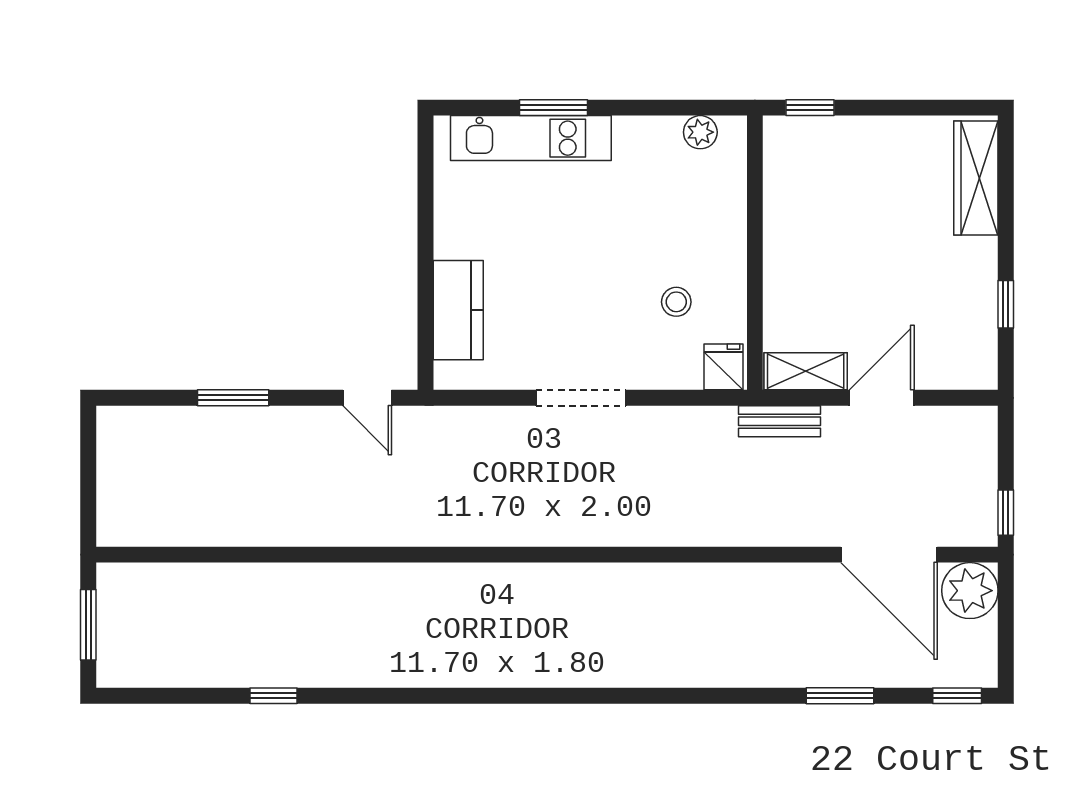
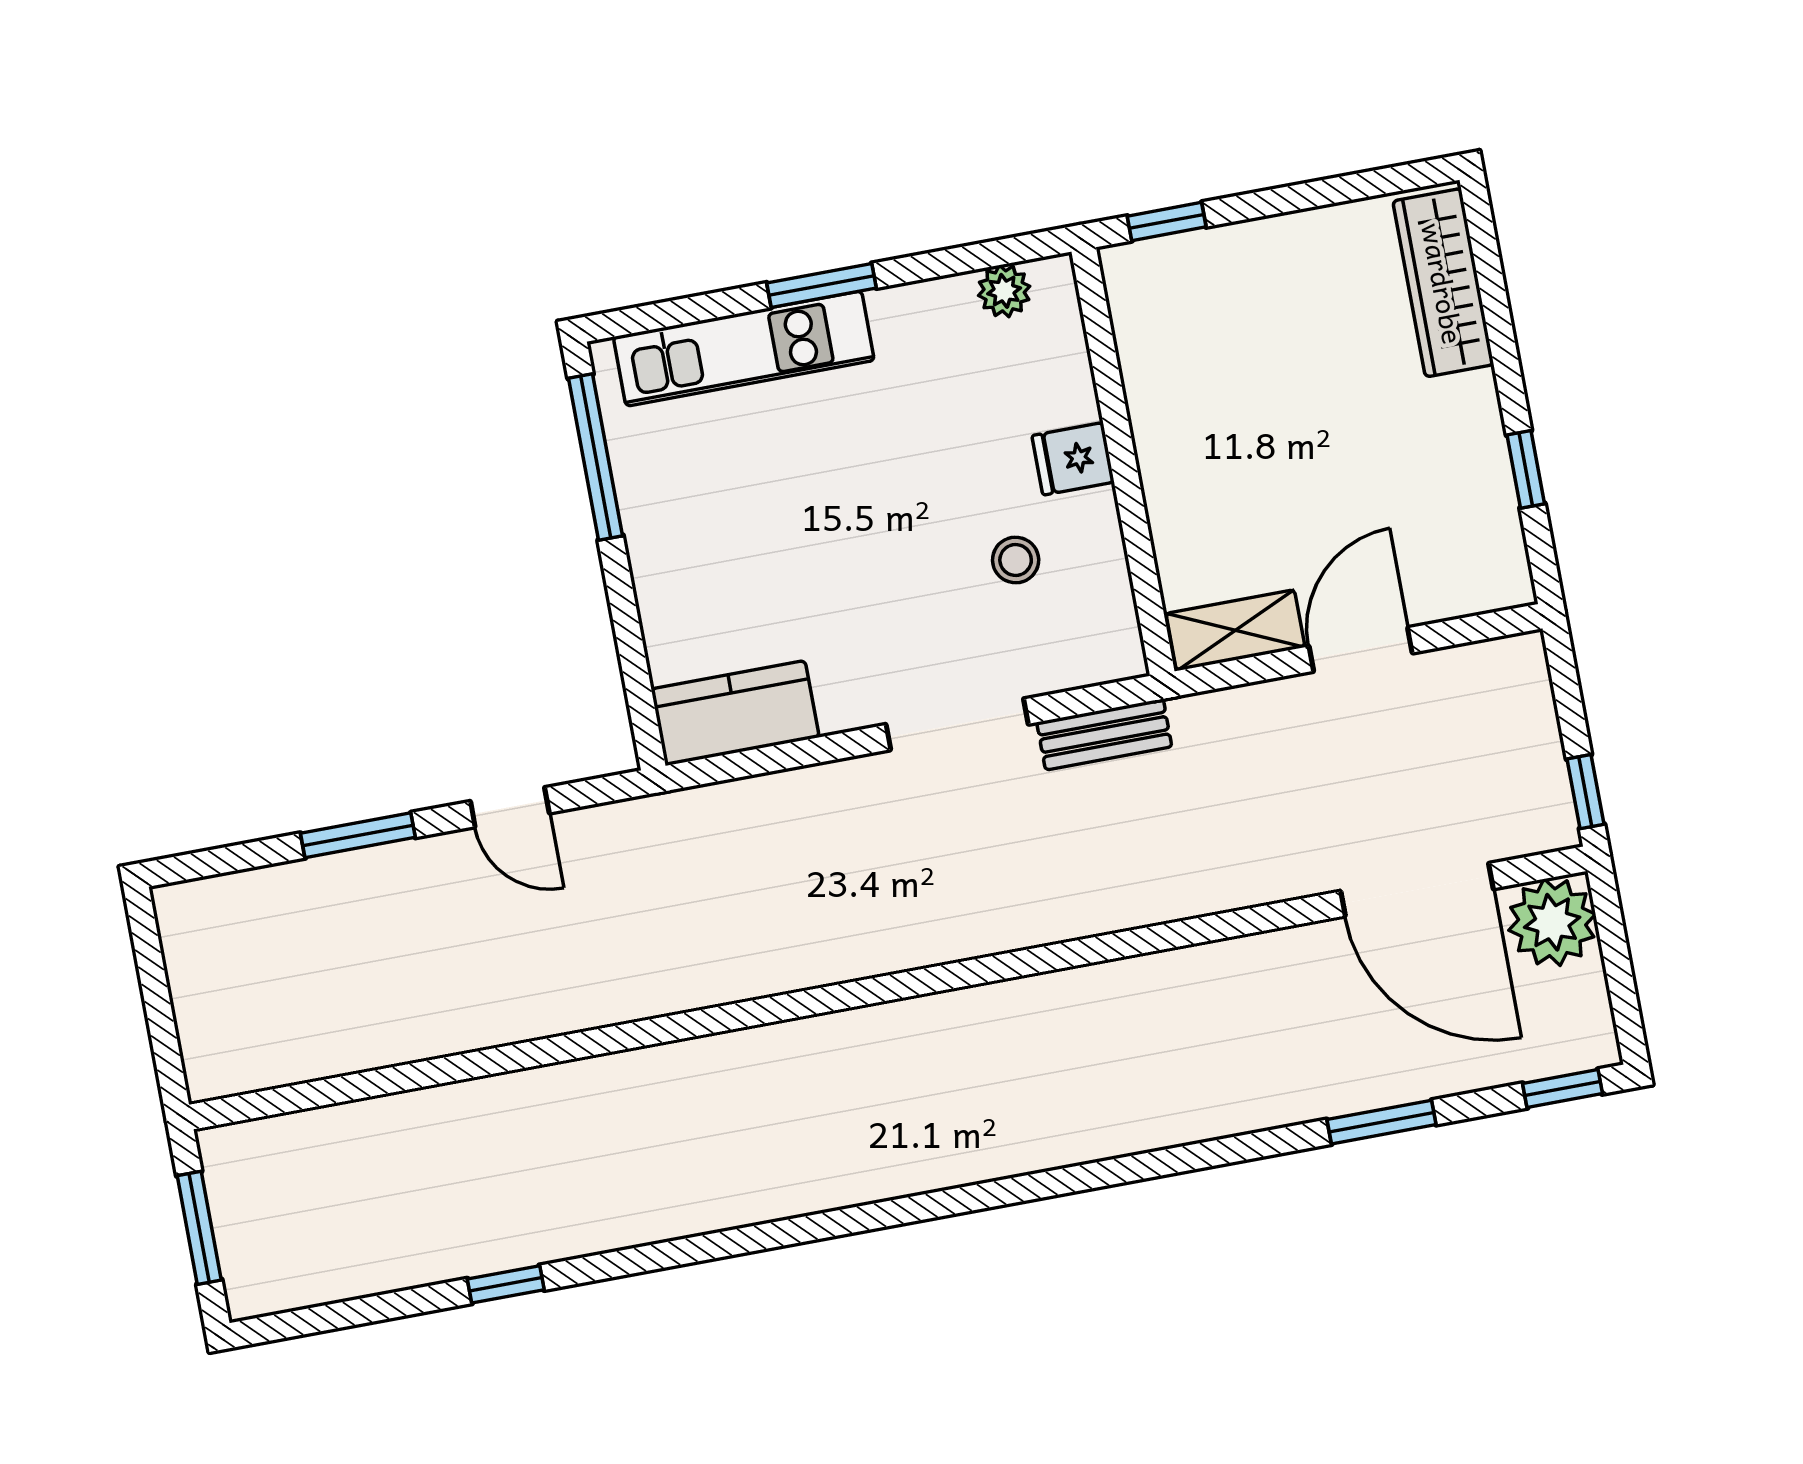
window: (554, 108) -> (821, 285), moved
window: (426, 189) -> (596, 457), added
kitchen counter: (458, 310) -> (735, 713), moved, turned -90
fridge: (723, 367) -> (1073, 459), moved, turned -90
door: (367, 398) -> (510, 807), moved
doorway: (581, 398) -> (957, 724), moved
bench: (780, 421) -> (1104, 734), moved

